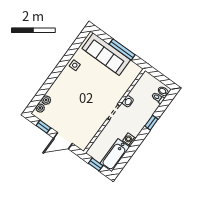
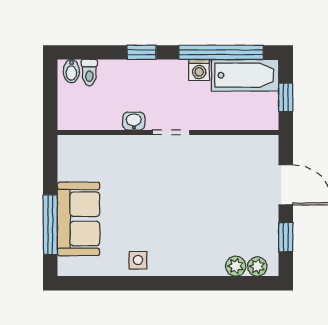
window: (122, 50) -> (50, 225), moved
sofa: (106, 54) -> (78, 219), width x0.73
window: (130, 152) -> (221, 52), added

